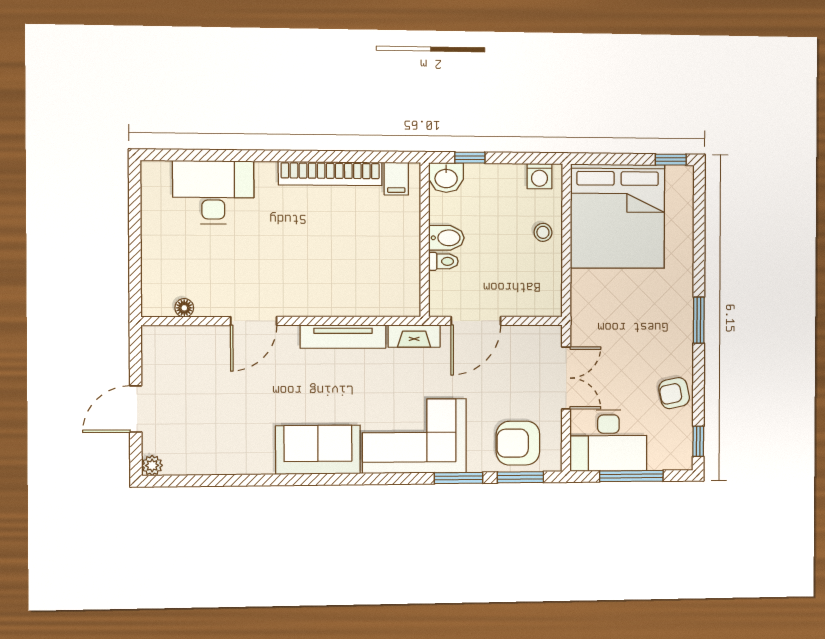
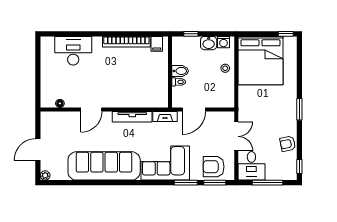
washbasin: (446, 178) -> (209, 43), moved
desk: (608, 441) -> (251, 166), width x0.73
sofa: (318, 450) -> (104, 166), width x1.85, depth x1.27

